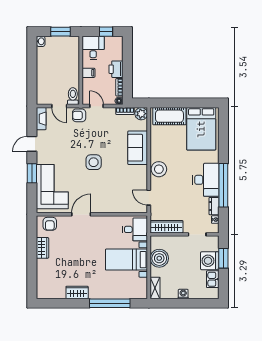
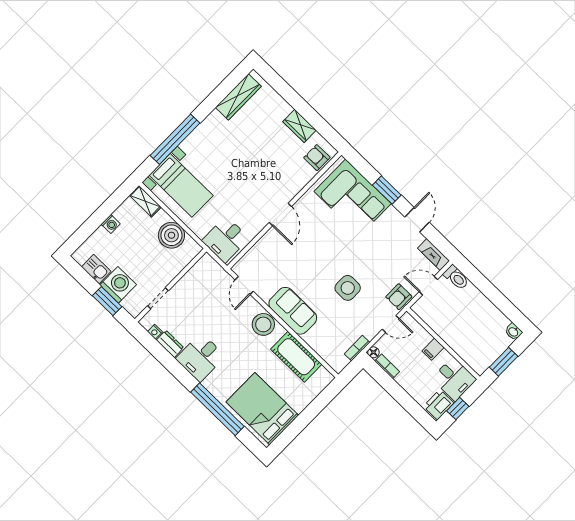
printer: (116, 69) -> (439, 405), moved, turned -90
toilet: (73, 96) -> (456, 277), moved
plant: (141, 114) -> (338, 362), removed
armchair: (79, 115) -> (399, 297), turned 180
cot: (169, 116) -> (296, 357), moved, turned 90
sofa: (138, 148) -> (293, 311), moved
side table: (94, 162) -> (348, 288), moved
desk: (206, 180) -> (201, 357), width x0.73
window: (223, 185) -> (217, 409), moved
door: (149, 198) -> (244, 286), swing flipped
door: (81, 214) -> (280, 214), moved
wardrobe: (167, 227) -> (197, 275), removed
bed with nightstands: (127, 260) -> (181, 185), moved, turned 90
wardrobe: (77, 292) -> (238, 97), moved, width x1.50

